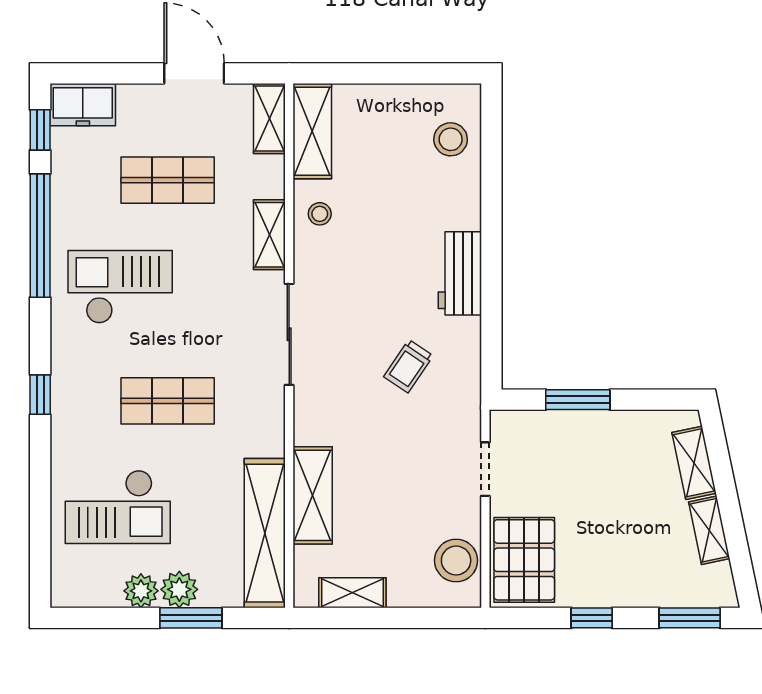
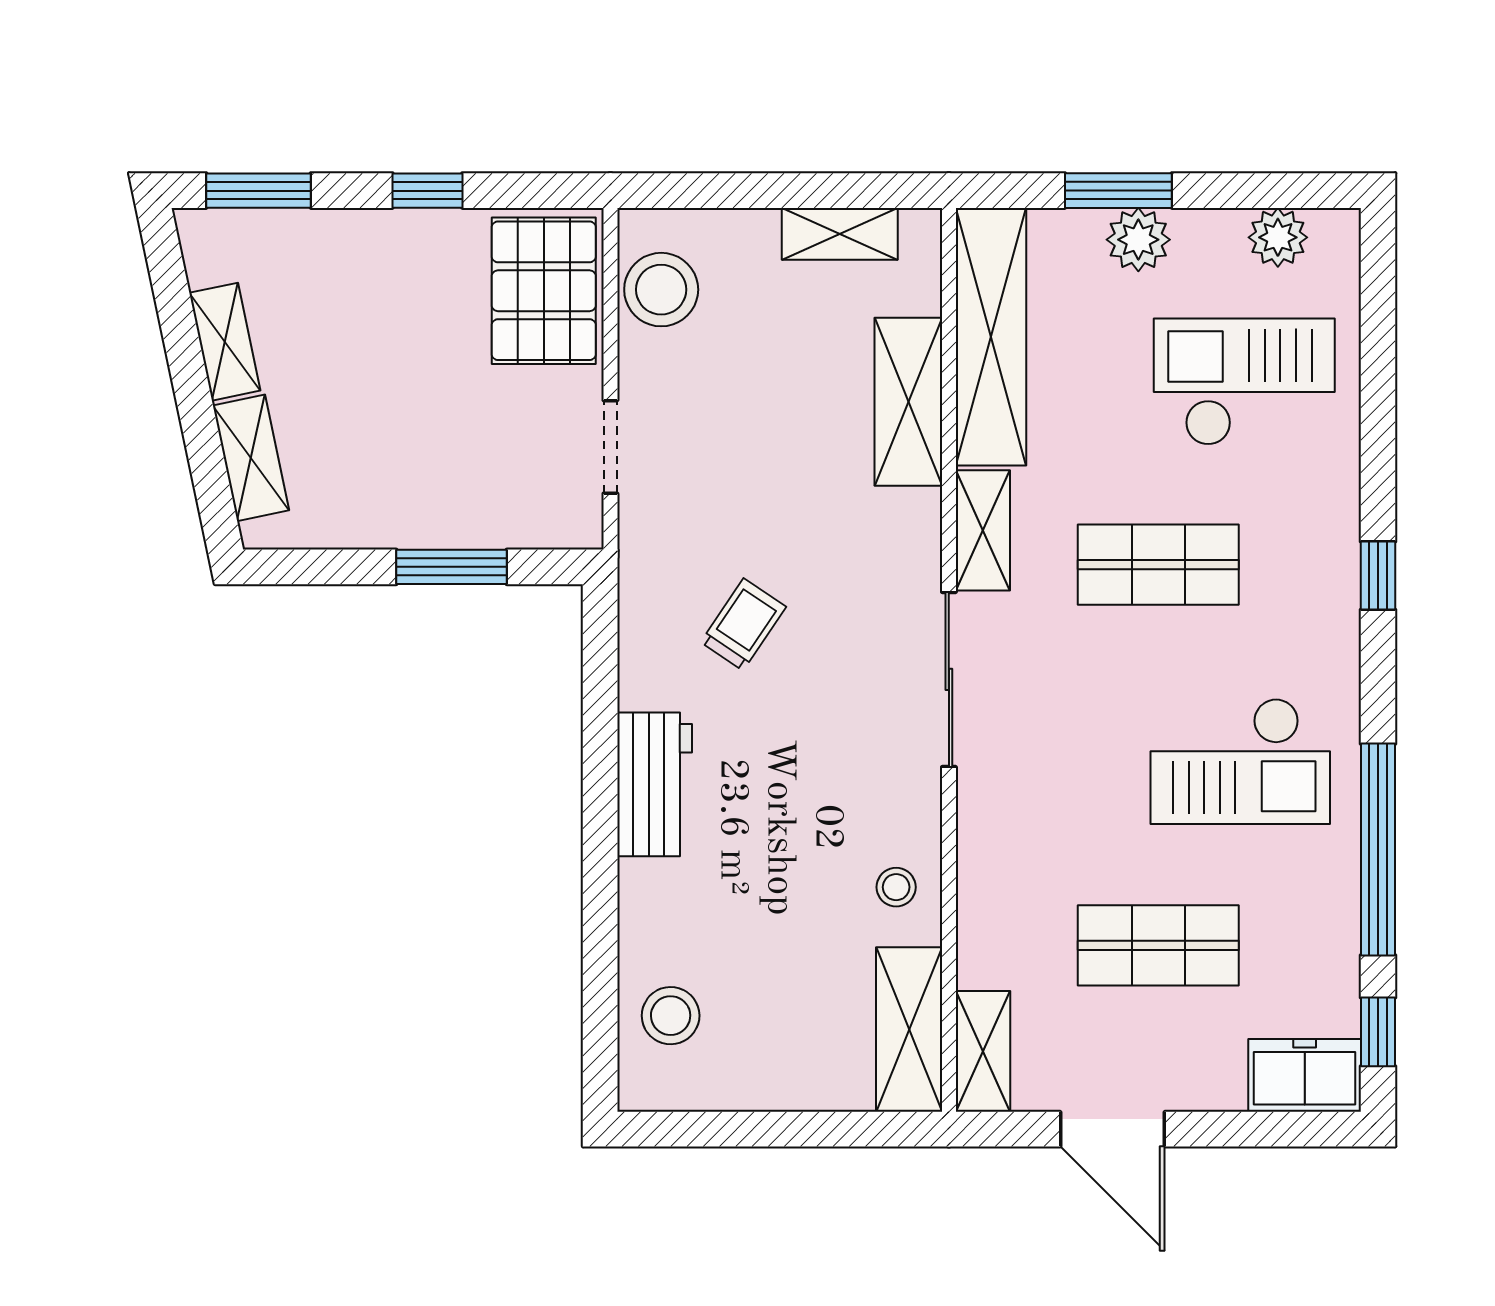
shelving: (269, 235) -> (983, 530), moved
plant: (141, 591) -> (1278, 237), moved

